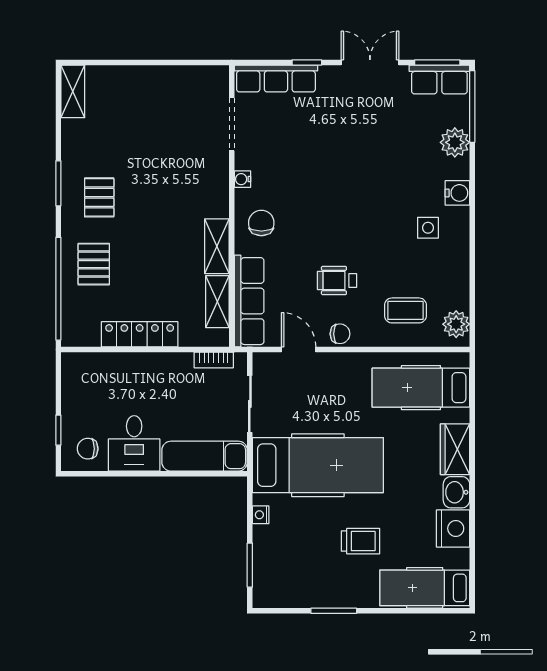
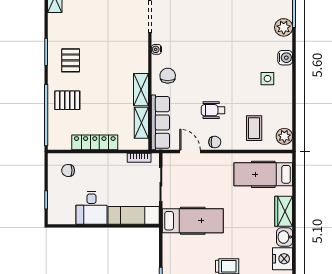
pallet: (94, 264) -> (67, 100), turned 90
coffee table: (405, 310) -> (254, 128), turned 90
chair: (88, 449) -> (68, 170), moved
hospital bed: (318, 465) -> (193, 221), width x0.73, depth x0.78
nightstand: (261, 515) -> (167, 250), removed

